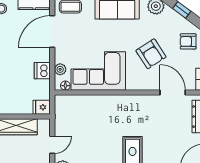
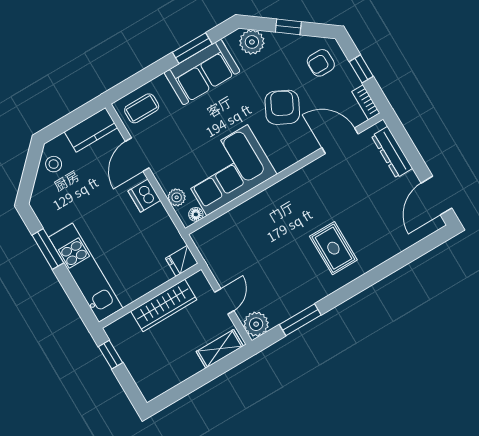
door: (52, 32) -> (137, 155), width x0.73
armchair: (151, 54) -> (282, 107), turned -120
dishwasher: (42, 71) -> (144, 196), moved

